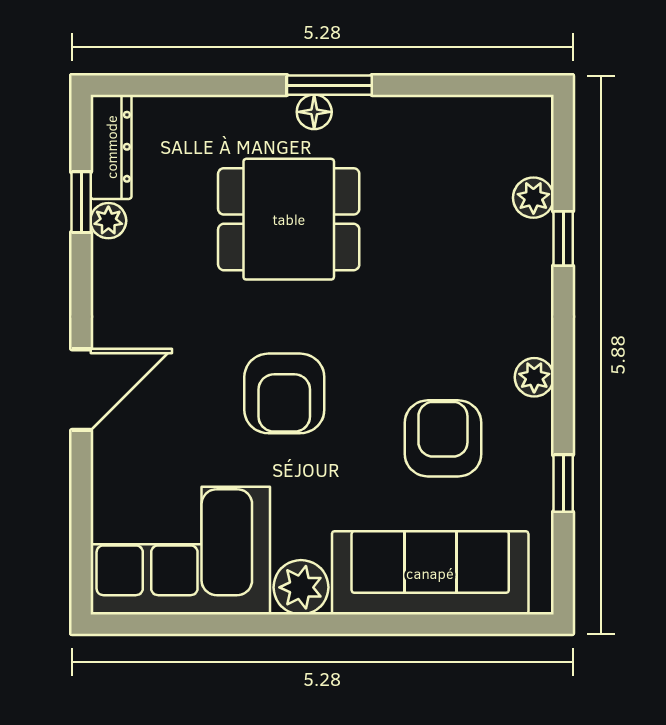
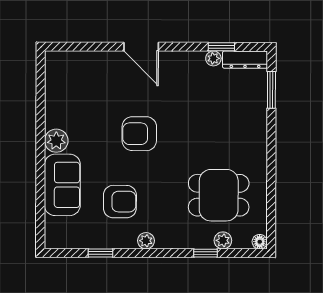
window: (329, 85) -> (271, 90), moved
floor lamp: (314, 112) -> (260, 242), moved
dining table: (289, 219) -> (219, 195), moved, turned 90
corner sofa: (180, 551) -> (72, 89), removed
sofa: (430, 573) -> (62, 185), width x0.73

